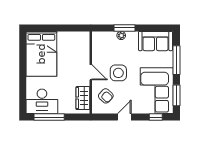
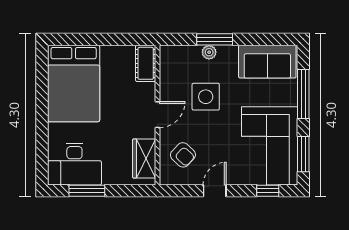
cot: (84, 42) -> (146, 63), added
door: (91, 72) -> (157, 115), hinge flipped
side table: (118, 73) -> (206, 97), moved
window: (49, 117) -> (87, 191), width x0.69

